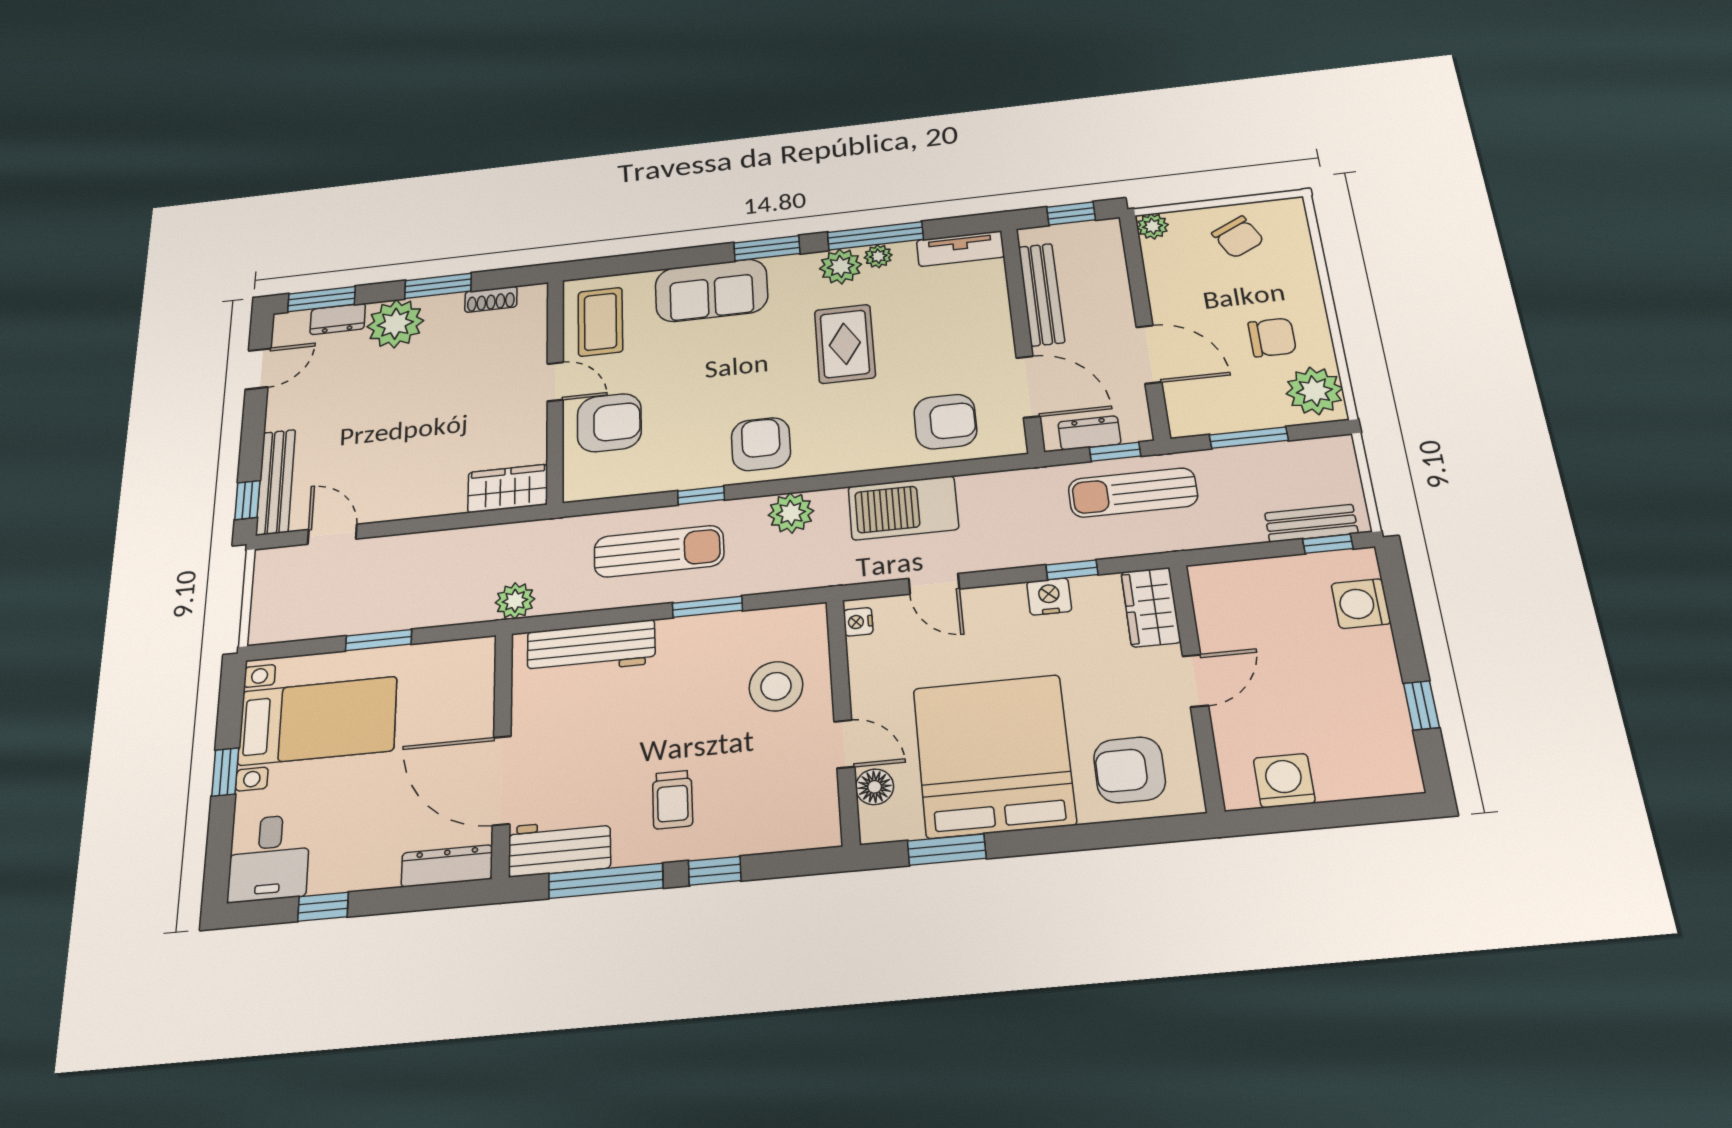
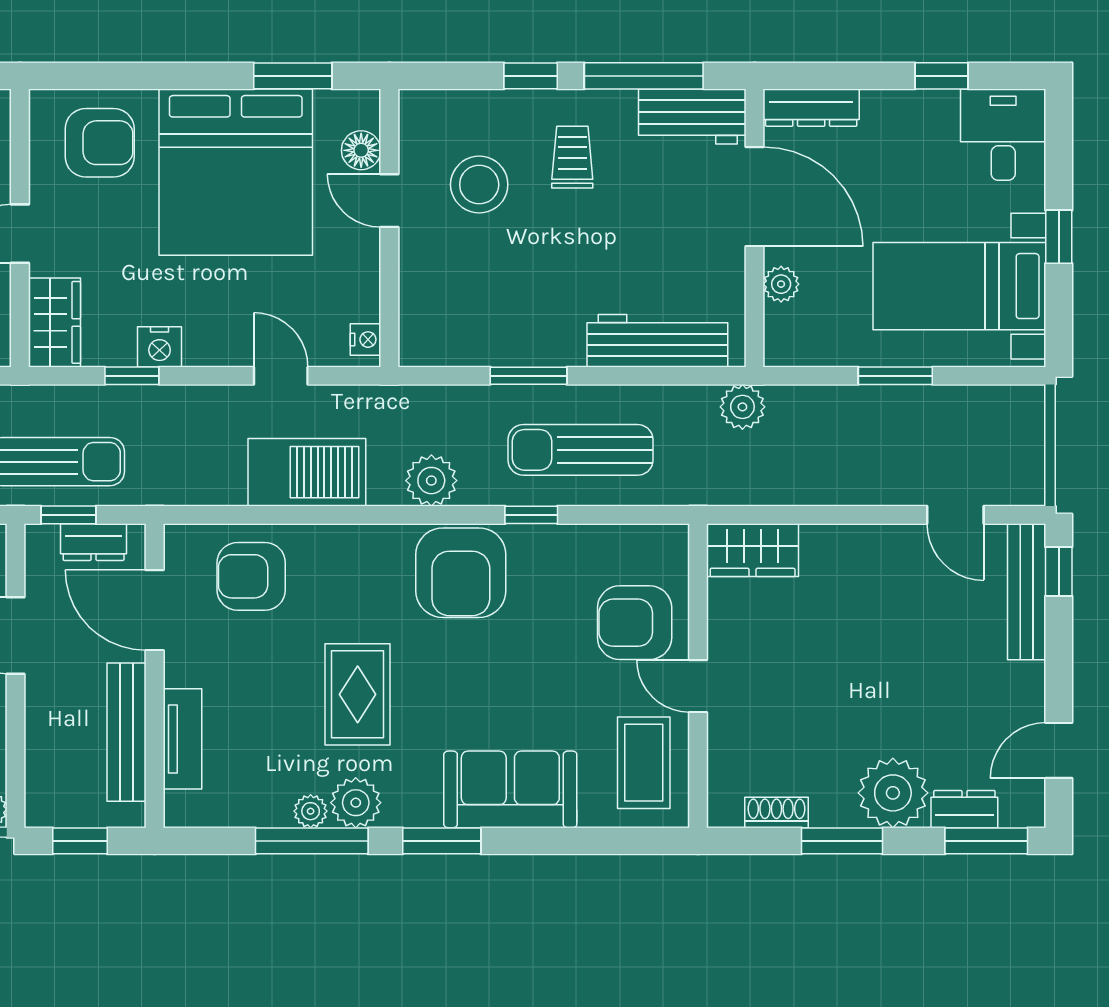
tv unit: (960, 249) -> (182, 739), moved, turned 90
armchair: (761, 444) -> (461, 573), width x1.36, depth x1.36
stool: (776, 686) -> (479, 185), moved
plant: (479, 707) -> (781, 284), added

